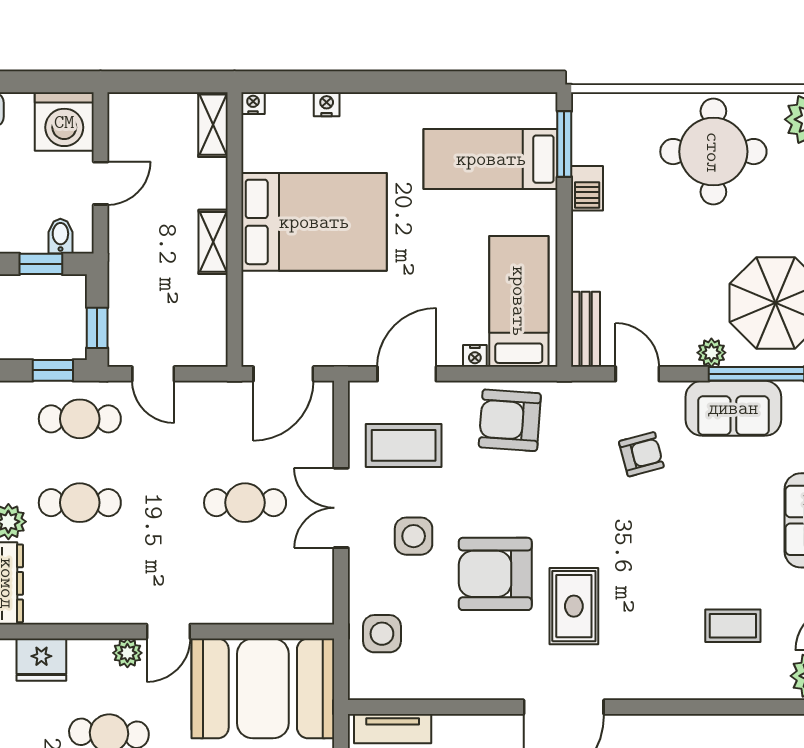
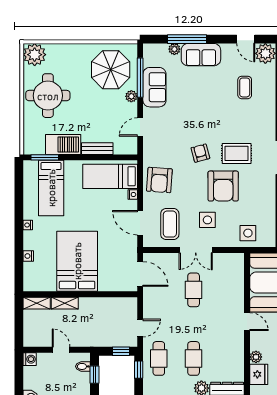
nightstand: (253, 103) -> (28, 225), moved
washing machine: (64, 122) -> (30, 359), width x0.53, depth x0.53
barbecue: (587, 188) -> (63, 144), width x1.88, depth x1.53
shelving: (213, 242) -> (65, 303), moved
bench: (586, 329) -> (97, 149), moved
armchair: (641, 454) -> (200, 153), moved
plant: (127, 653) -> (256, 357), moved

